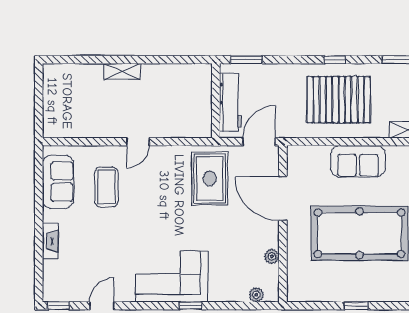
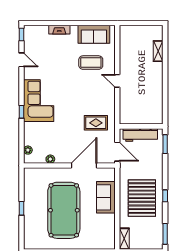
shelving: (122, 72) -> (158, 51), moved
sofa: (358, 161) -> (106, 197), moved
rug: (210, 178) -> (96, 123), width x0.73, depth x0.70

